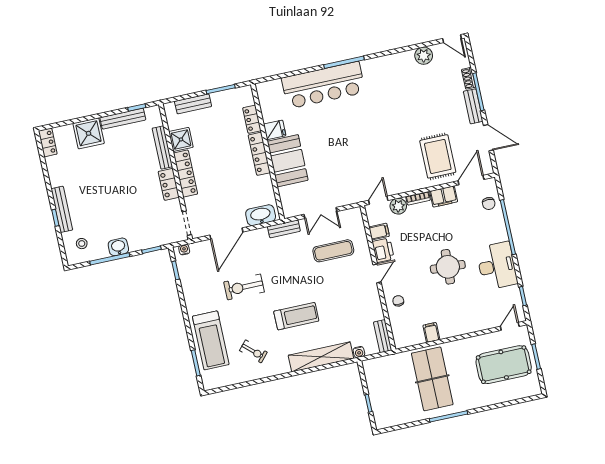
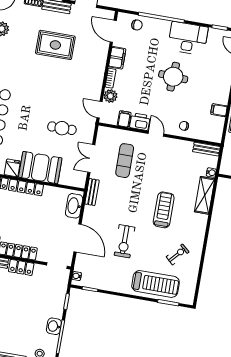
rug: (438, 156) -> (55, 45), moved
cafe table: (341, 167) -> (62, 128), added
double door: (320, 213) -> (91, 159), swing flipped
shelving: (321, 357) -> (205, 195), width x0.68

